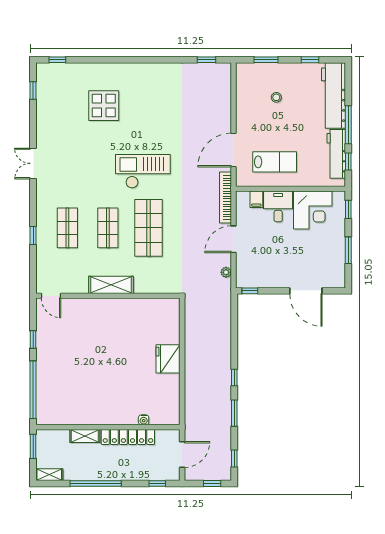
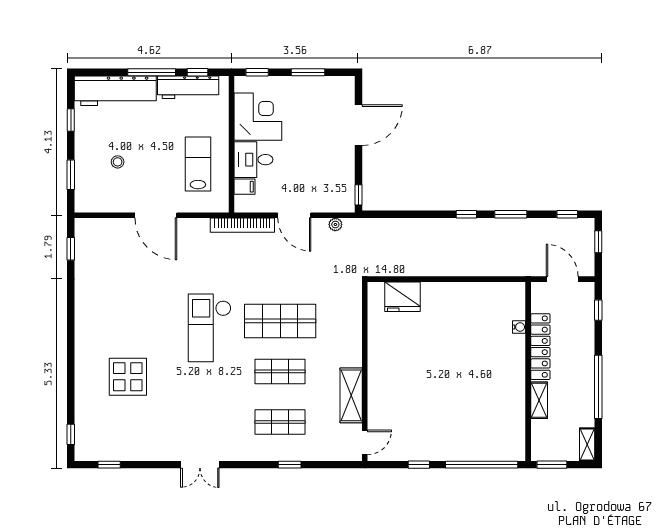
door: (233, 150) -> (156, 215), moved
shelving: (111, 285) -> (351, 395), moved
fridge: (168, 359) -> (402, 297), moved

